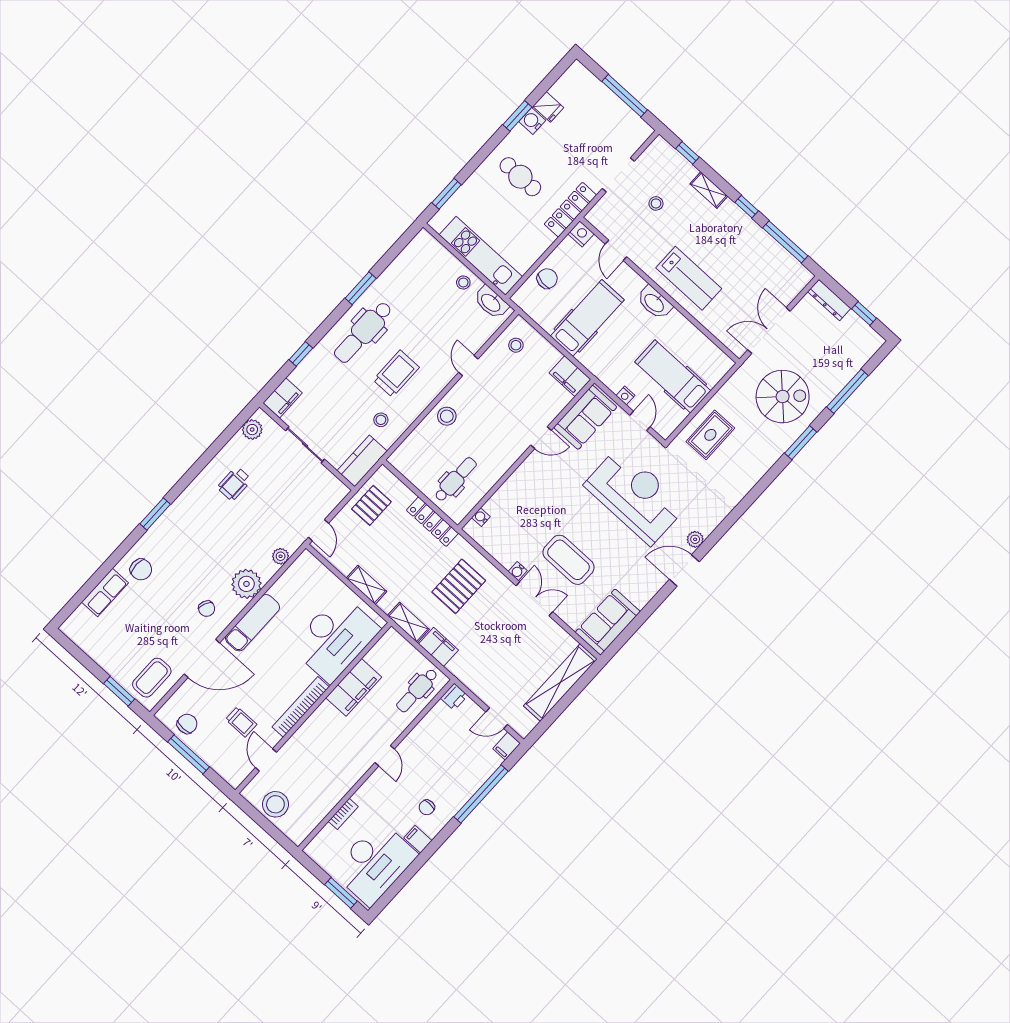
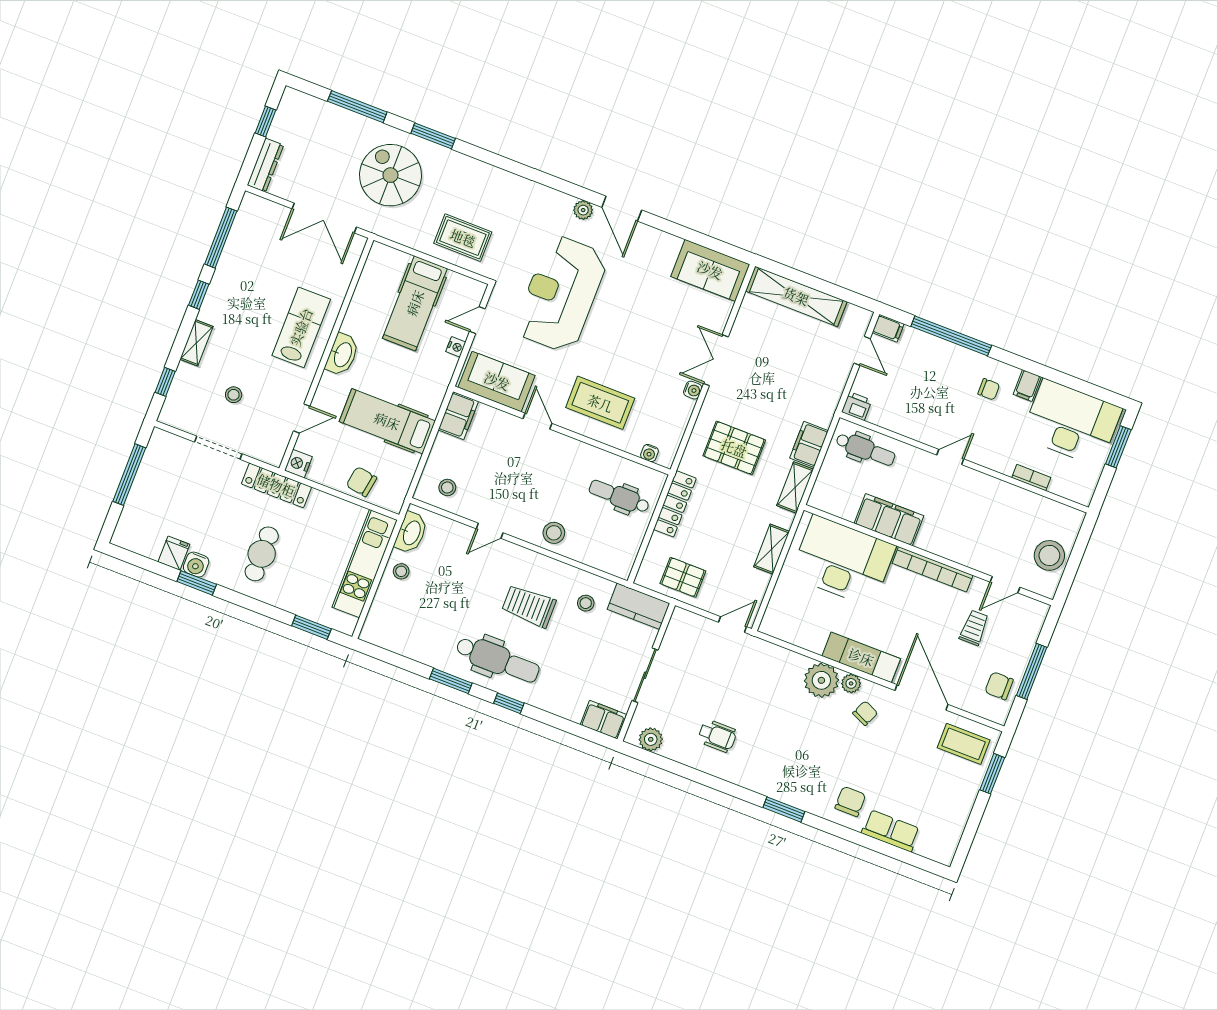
window: (301, 354) -> (509, 703), moved
plant: (281, 556) -> (851, 683), moved
coffee table: (569, 560) -> (600, 403), moved, turned 90

